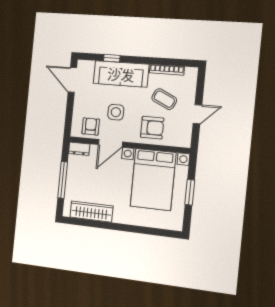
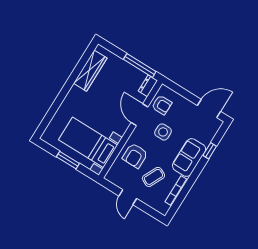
sofa: (121, 74) -> (189, 158), width x0.73
bed with nightstands: (153, 179) -> (88, 142), width x0.73
window: (63, 180) -> (140, 65), moved

